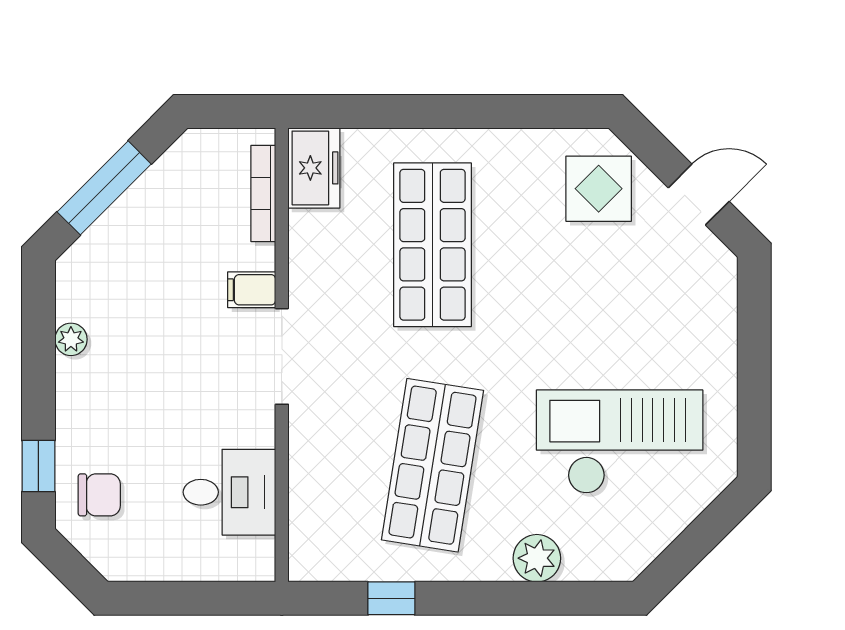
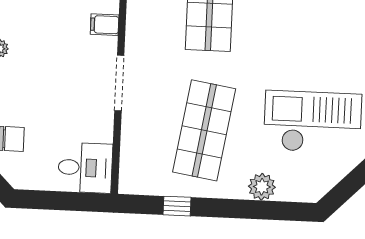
doorway: (282, 356) -> (119, 83), moved
desk: (229, 492) -> (85, 168), moved

